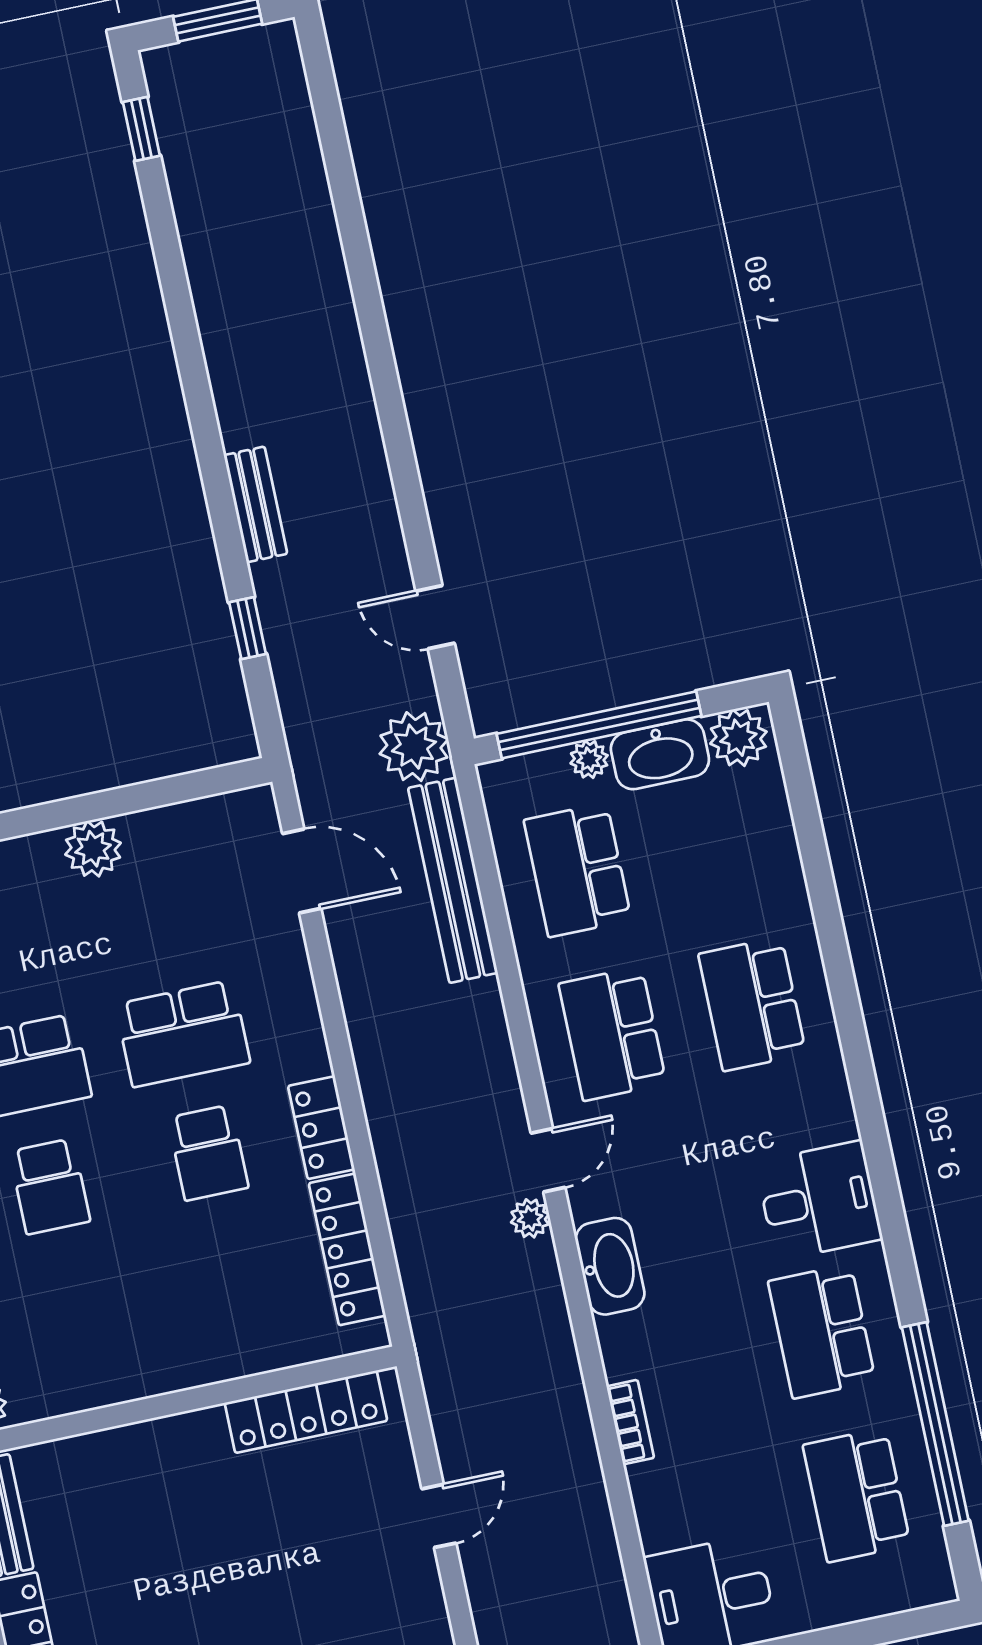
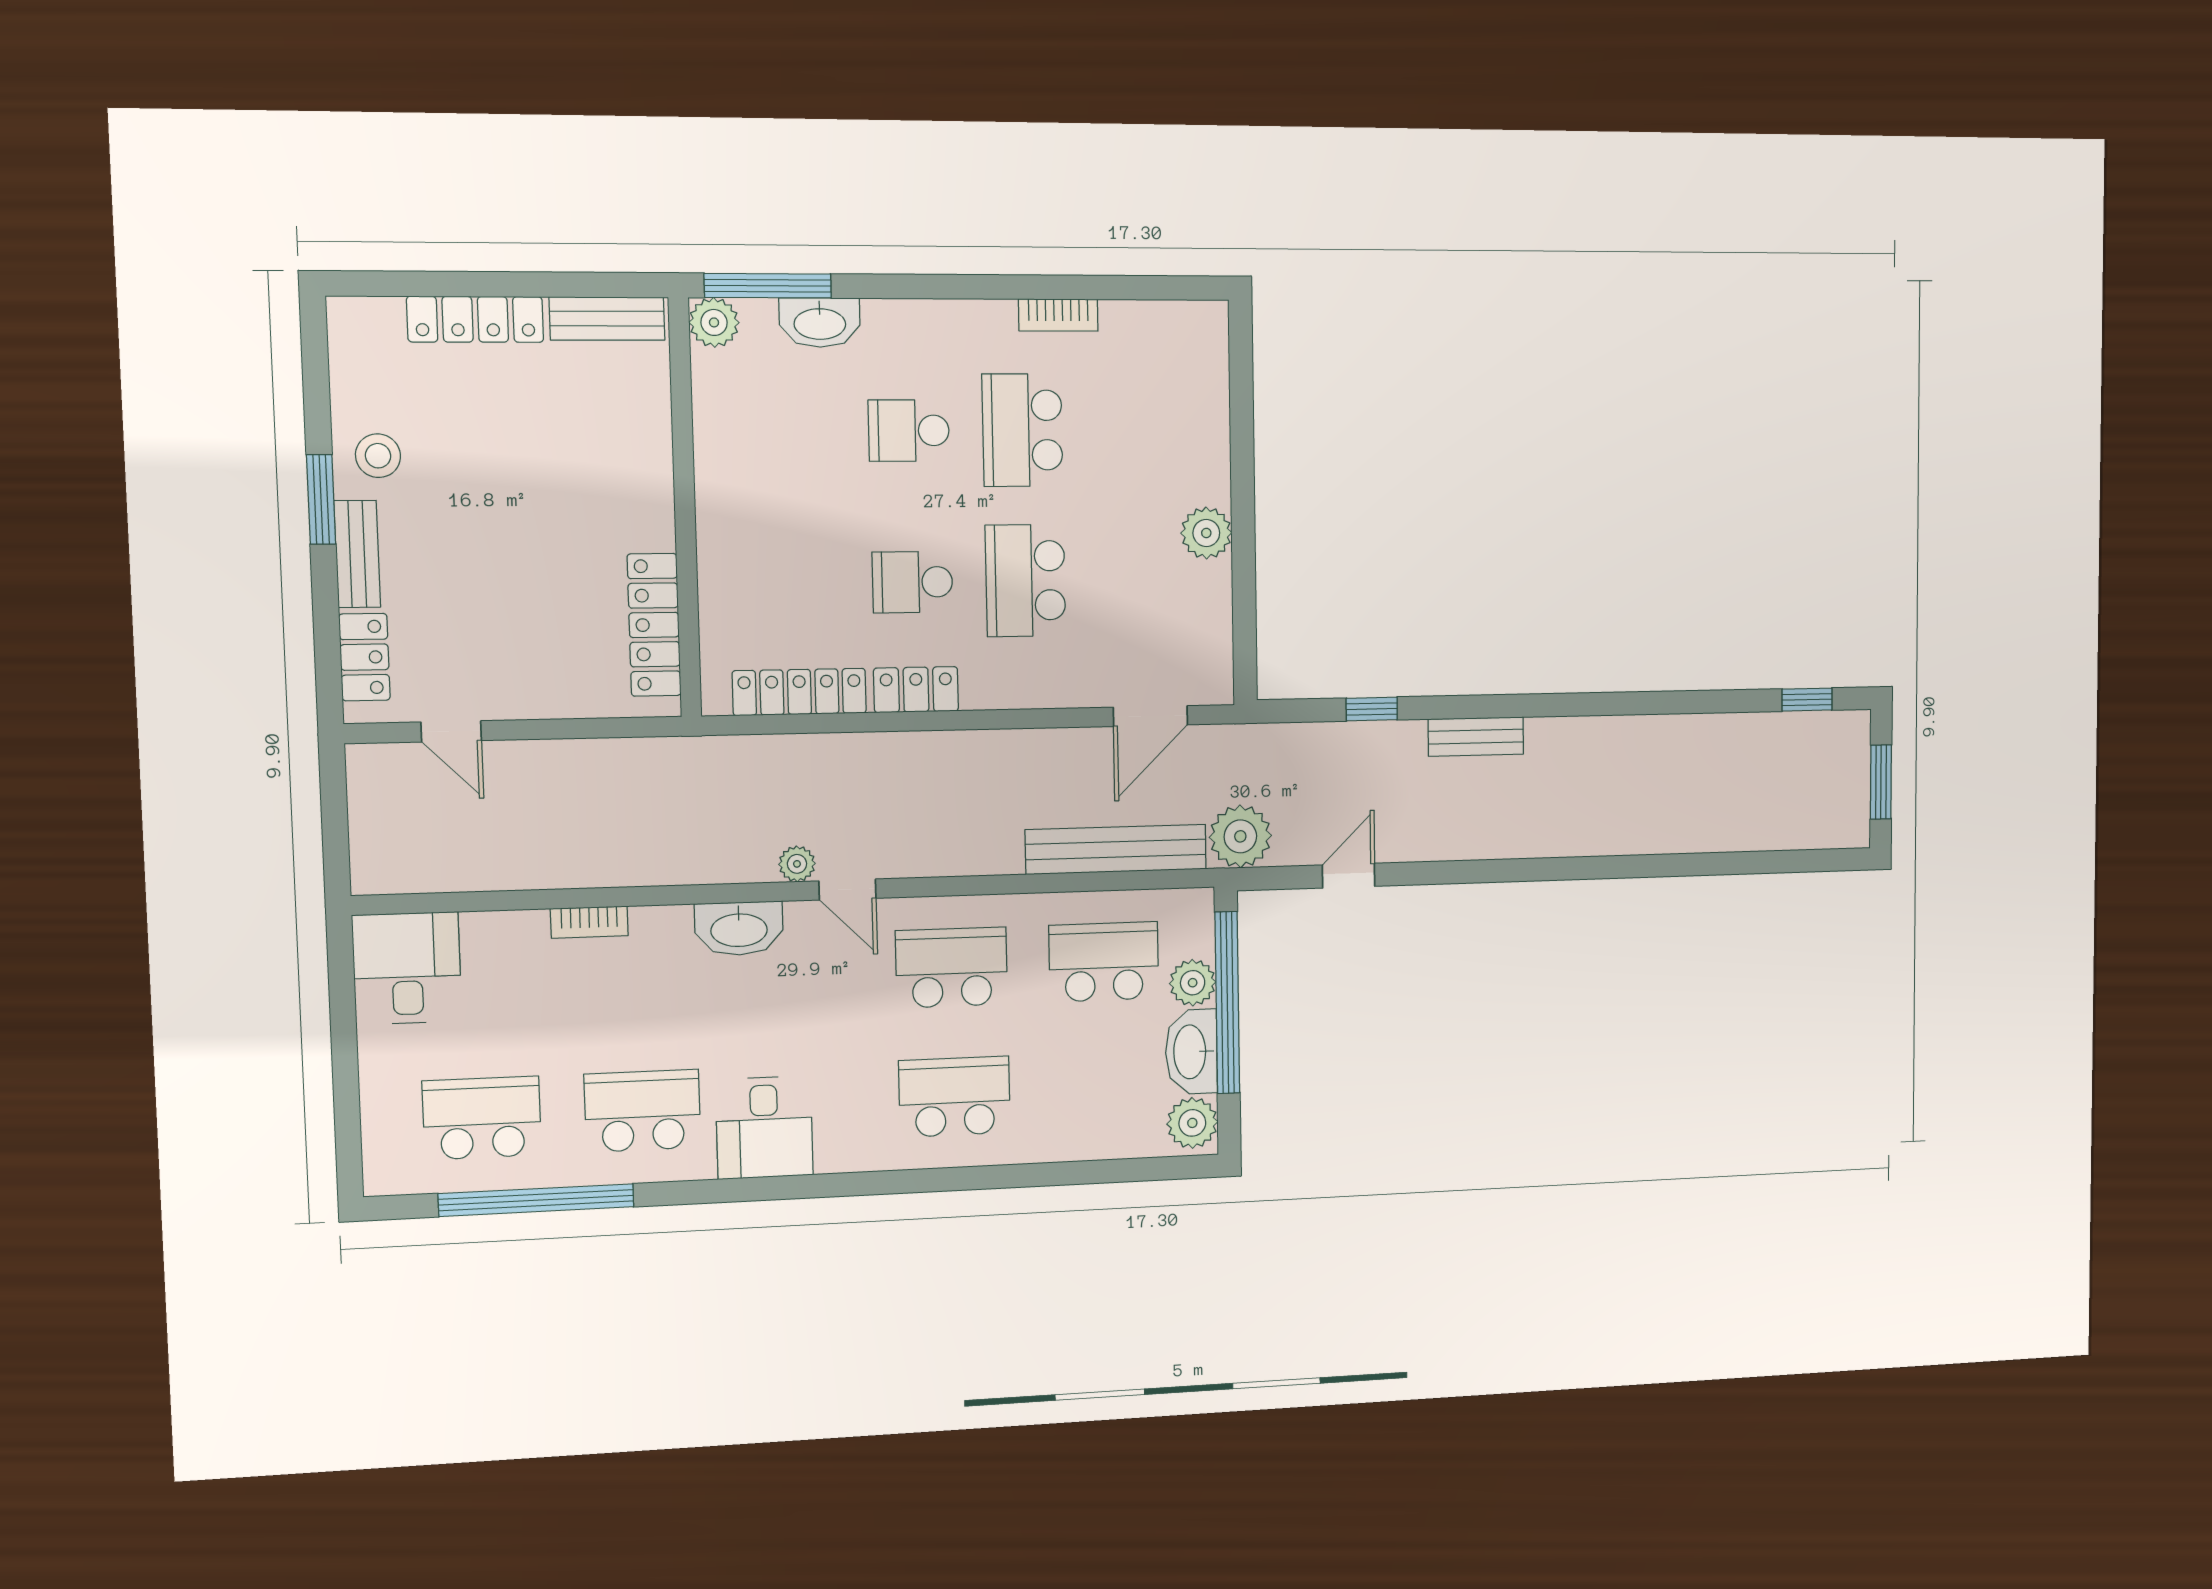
plant: (589, 759) -> (1193, 983), width x1.38, depth x1.38
door: (439, 1516) -> (451, 731), moved

